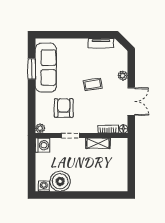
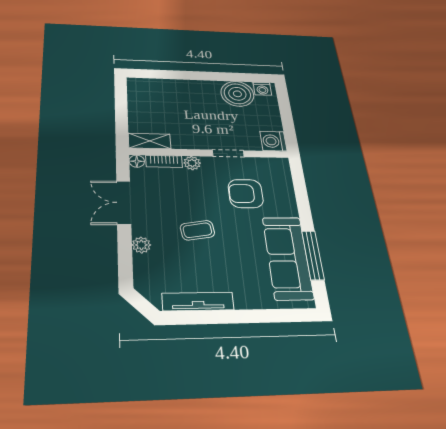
tv unit: (101, 43) -> (198, 302), width x1.41
window: (32, 69) -> (313, 255), width x1.44
armchair: (64, 108) -> (246, 194), turned 90
plant: (40, 128) -> (192, 163), moved
shelving: (98, 143) -> (149, 141), moved

